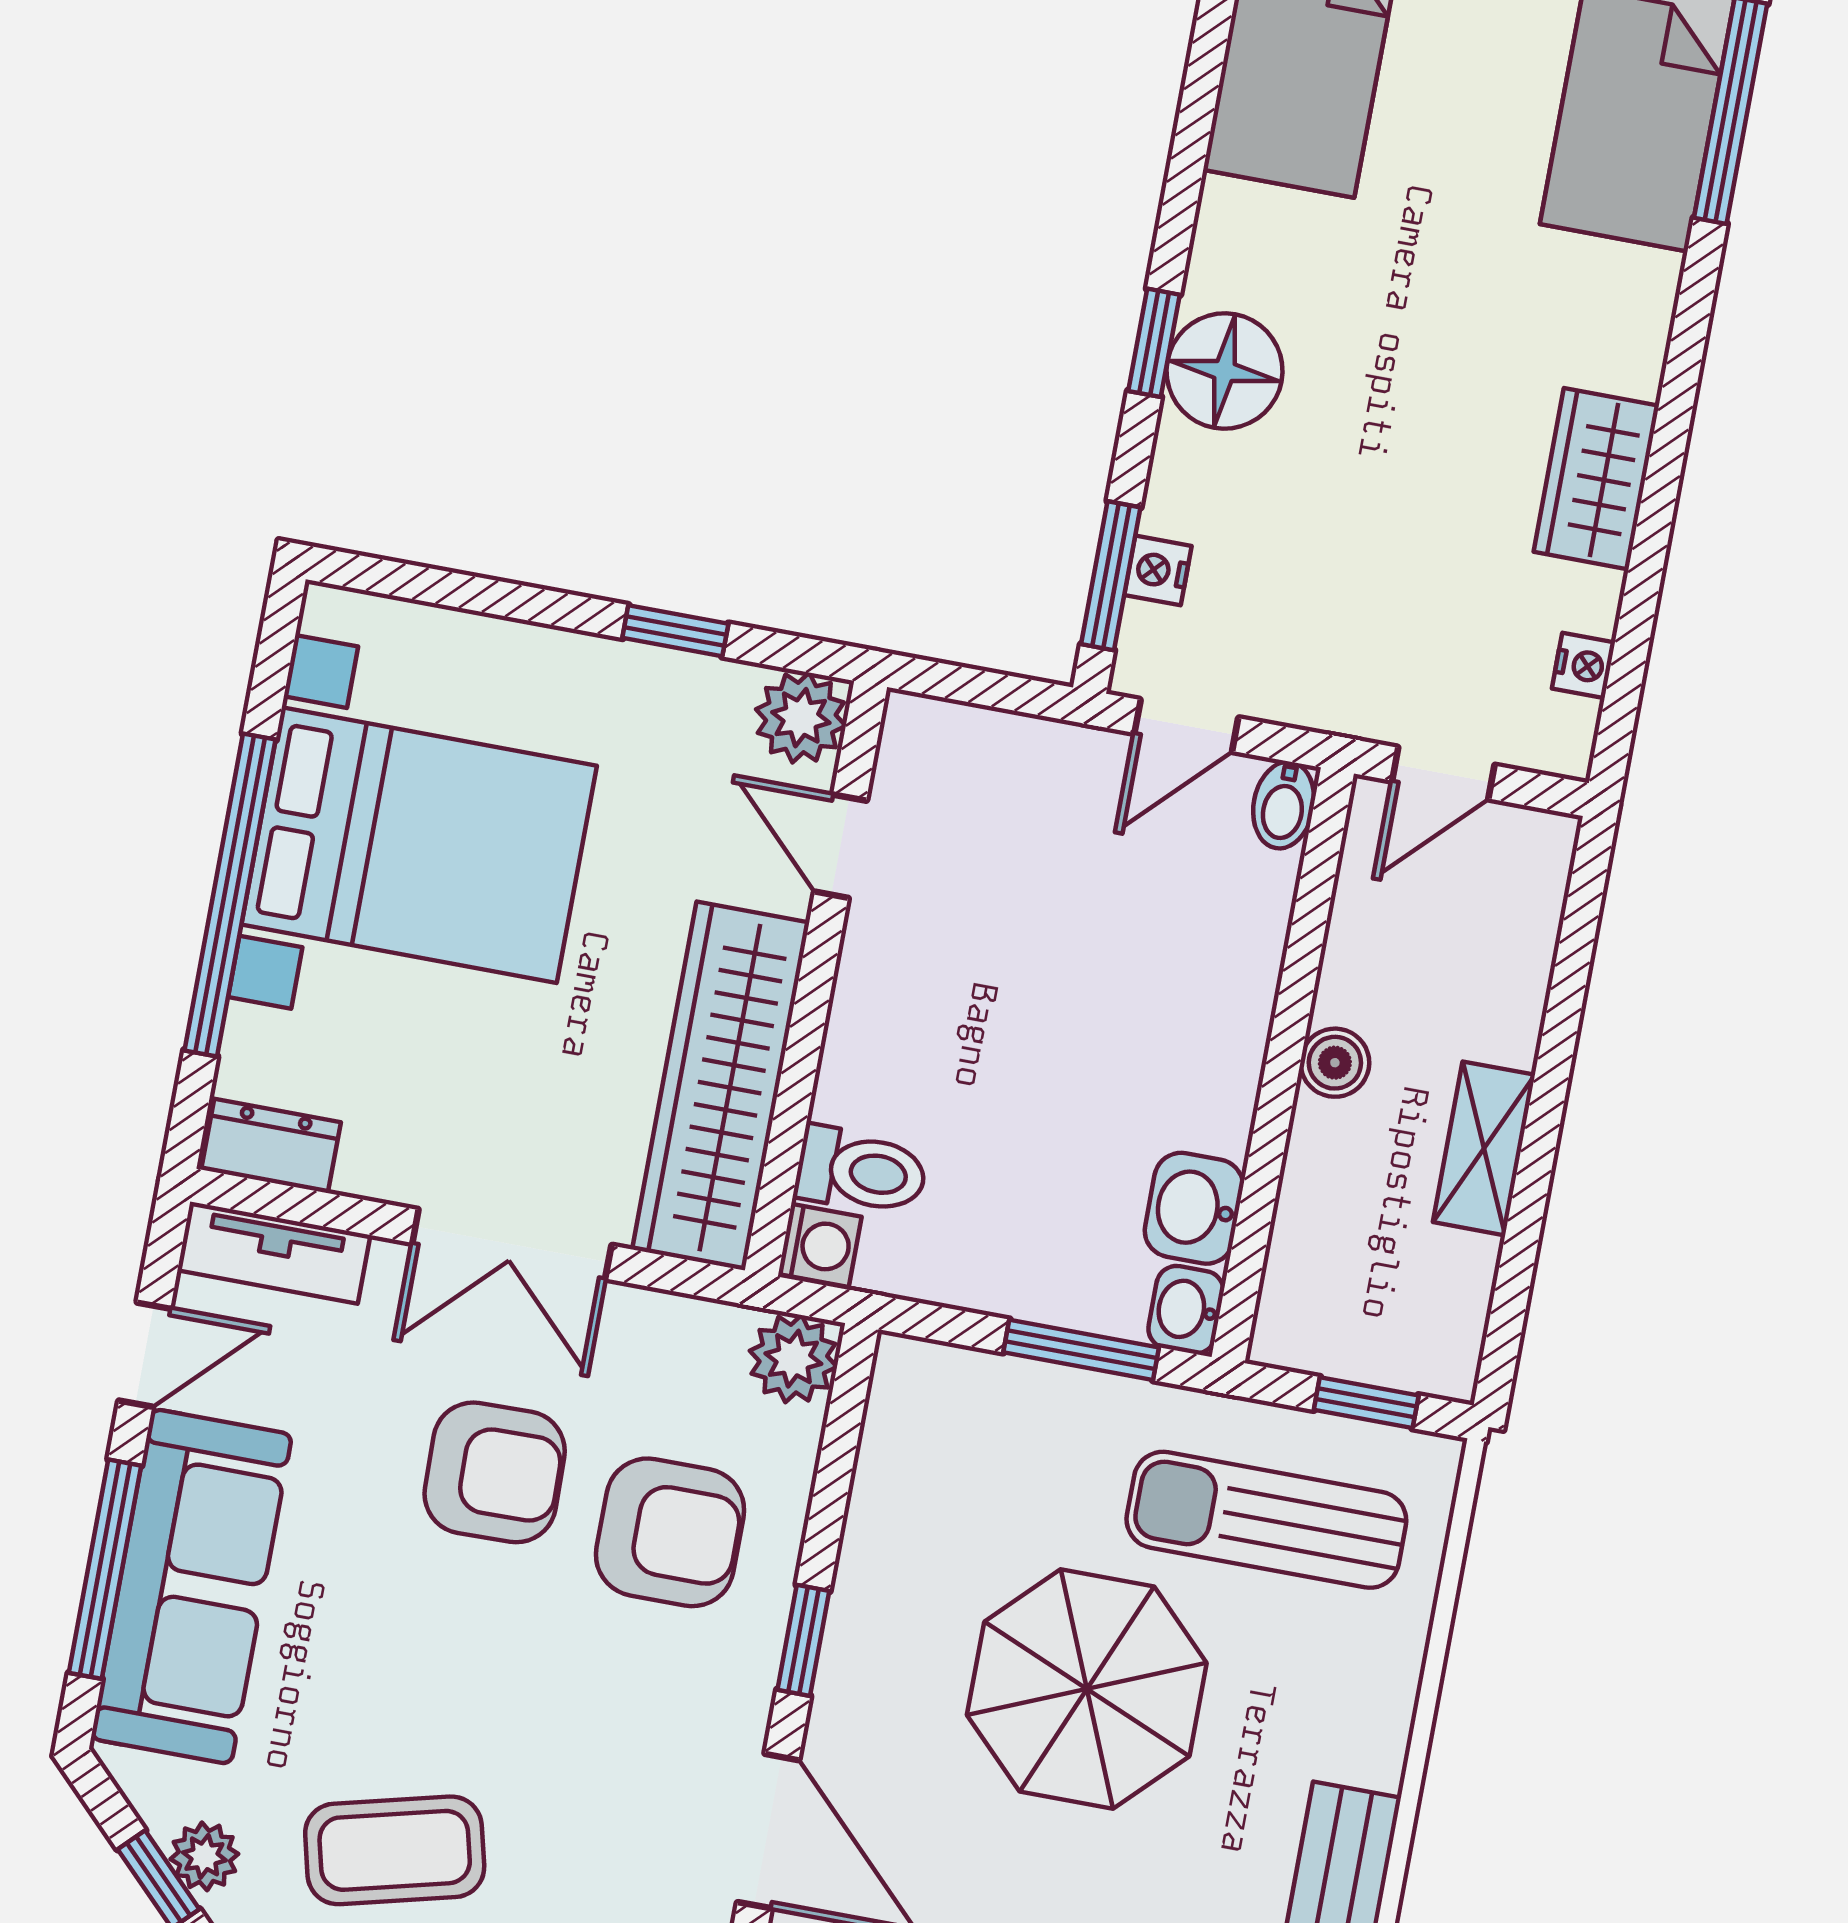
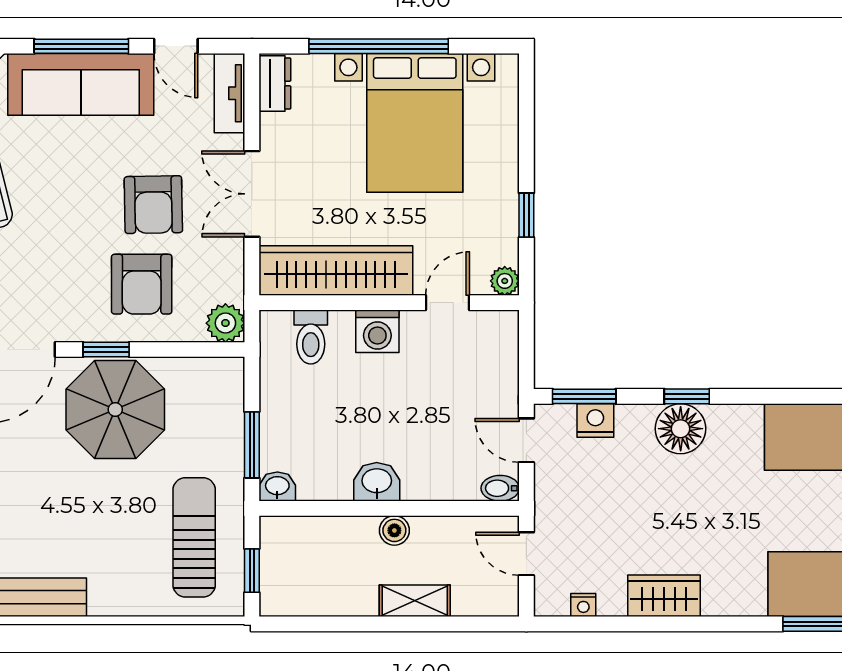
nightstand: (1158, 570) -> (595, 420), width x1.39, depth x1.35
plant: (801, 718) -> (505, 281), width x0.73, depth x0.73
shelving: (1484, 1148) -> (415, 601), moved
washbasin: (1194, 1208) -> (377, 482), moved
washing machine: (820, 1245) -> (377, 331), moved, width x1.38, depth x1.38
parasol: (1087, 1689) -> (115, 410), moved

